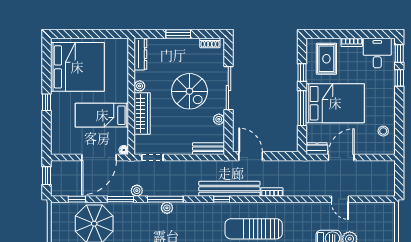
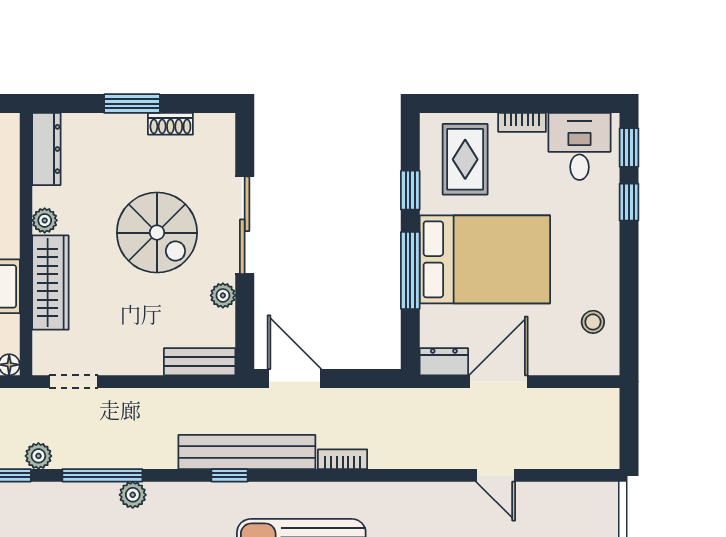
shoe rack: (210, 43) -> (170, 124), moved
plant: (167, 208) -> (133, 495), moved

